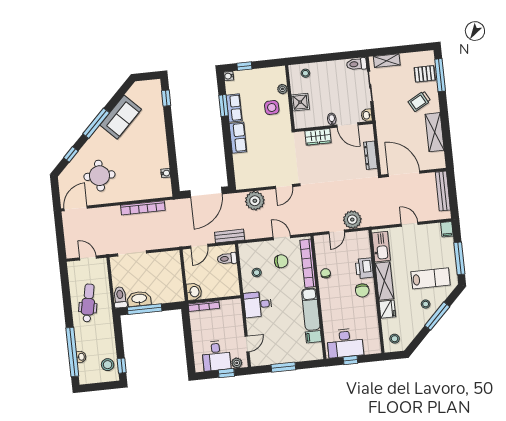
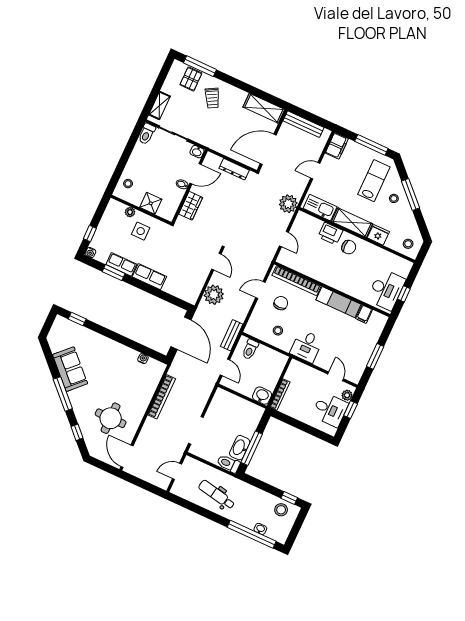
shelving: (435, 132) -> (264, 108), moved
plant: (352, 220) -> (288, 204), moved
filing cabinet: (447, 229) -> (337, 146), width x2.00
chair: (326, 273) -> (315, 270), removed

